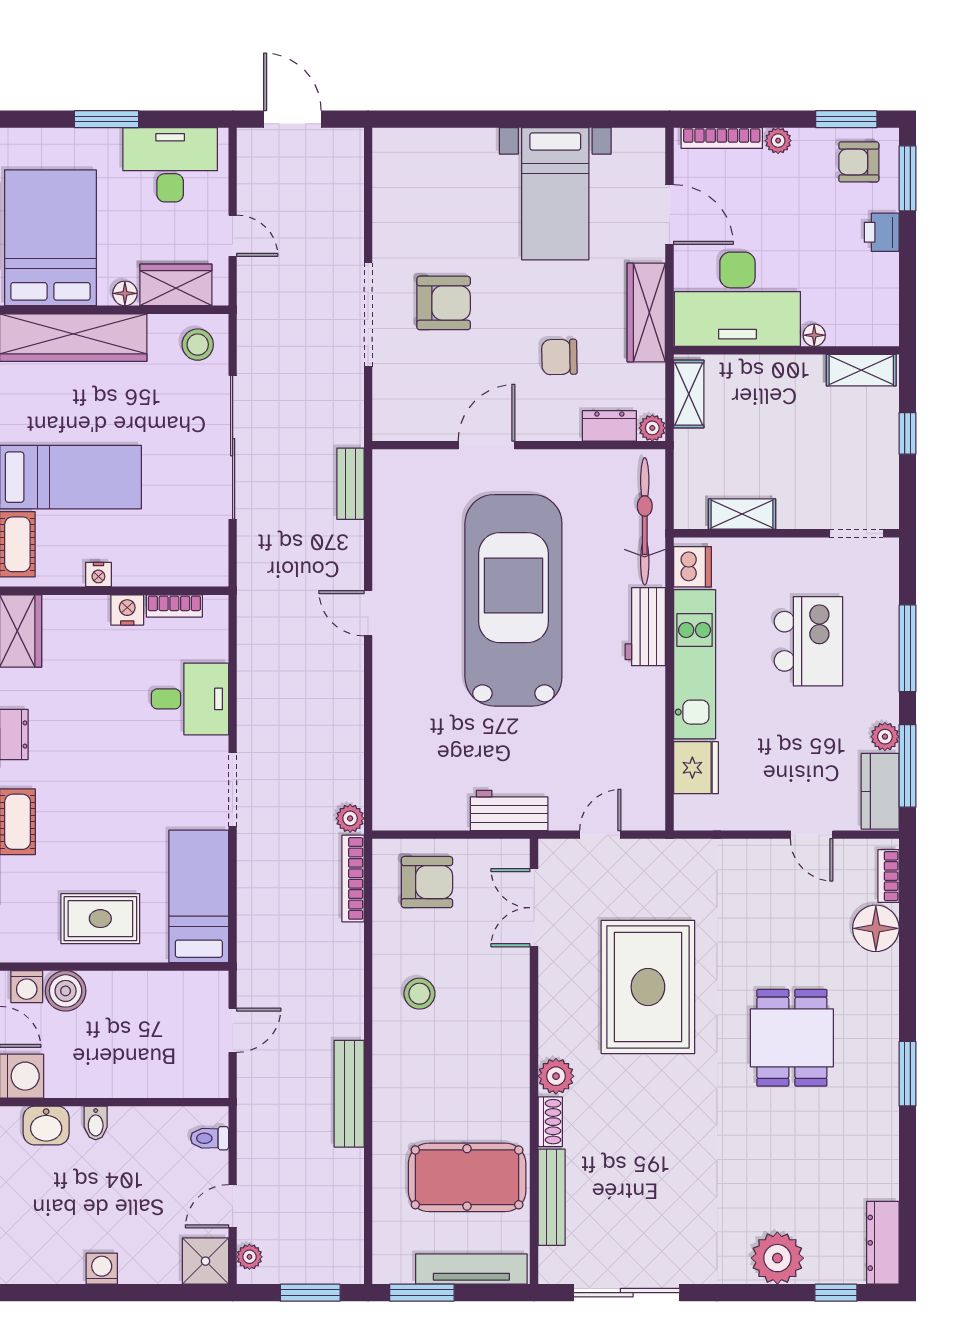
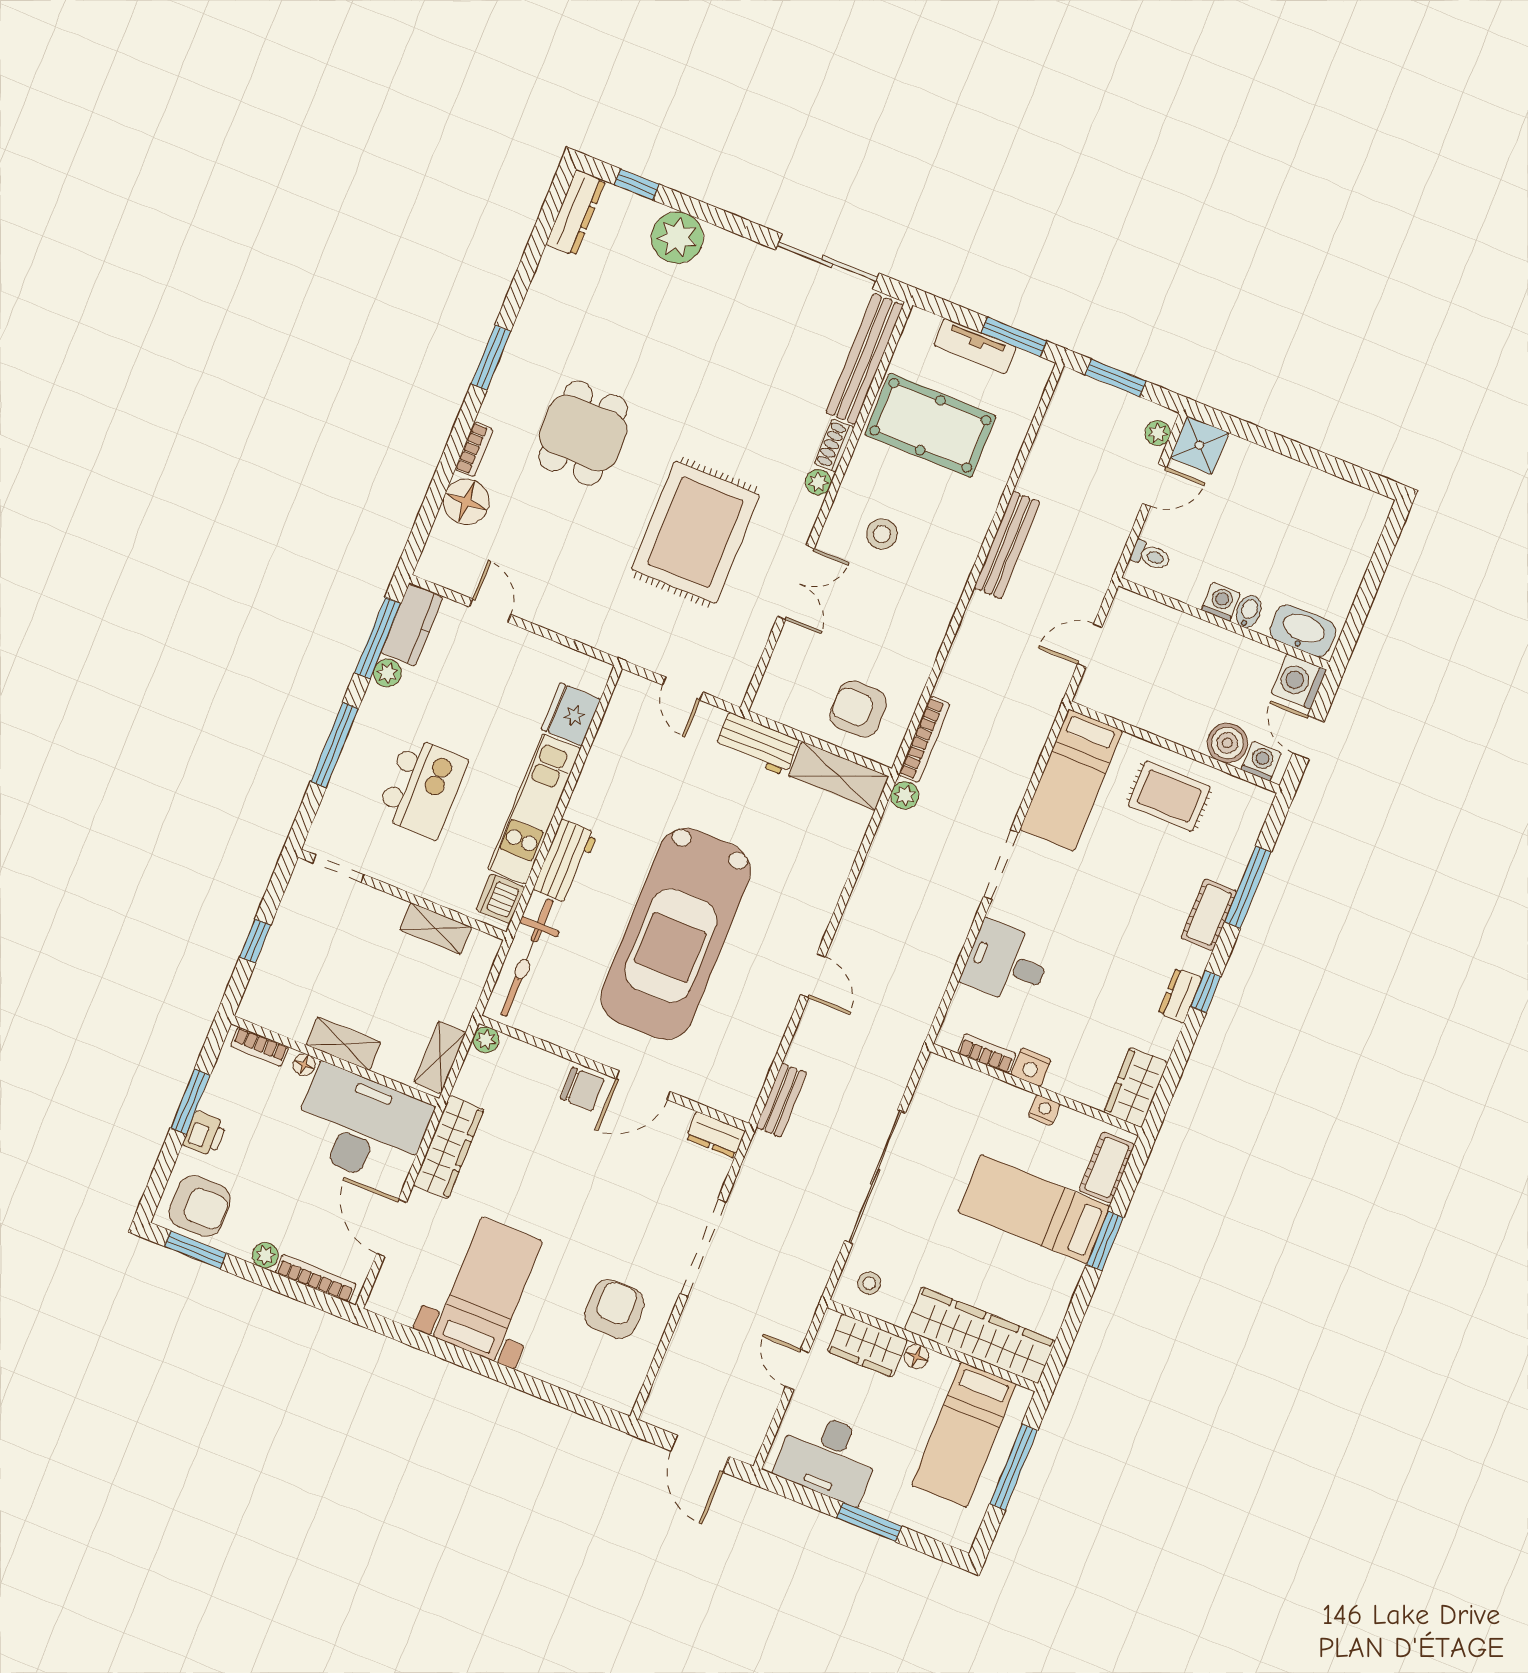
armchair: (859, 162) -> (200, 1206), width x1.38, depth x1.38
window: (908, 178) -> (190, 1101), moved
bed: (50, 238) -> (964, 1435), width x0.67
armchair: (444, 303) -> (614, 1309), moved, turned 90
bookcase: (863, 335) -> (260, 1047), added
stool: (198, 345) -> (869, 1283), width x0.73, depth x0.73
chair: (559, 357) -> (582, 1089), moved
shelving: (861, 370) -> (343, 1044), moved
dresser: (609, 426) -> (716, 1135), moved
kitchen island: (808, 641) -> (422, 788), turned 180
shelving: (420, 811) -> (839, 776), added
door: (600, 835) -> (683, 689), hinge flipped
bookcase: (889, 876) -> (474, 449), moved
double door: (534, 908) -> (796, 582), moved
stool: (419, 994) -> (882, 534), moved
plant: (556, 1076) -> (818, 482), width x0.73, depth x0.73
washbasin: (46, 1126) -> (1303, 631), width x1.38
bench: (552, 1197) -> (865, 359), width x1.37, depth x1.21
washing machine: (102, 1269) -> (1221, 602), moved, turned 180
tv unit: (471, 1269) -> (975, 346), width x0.71

